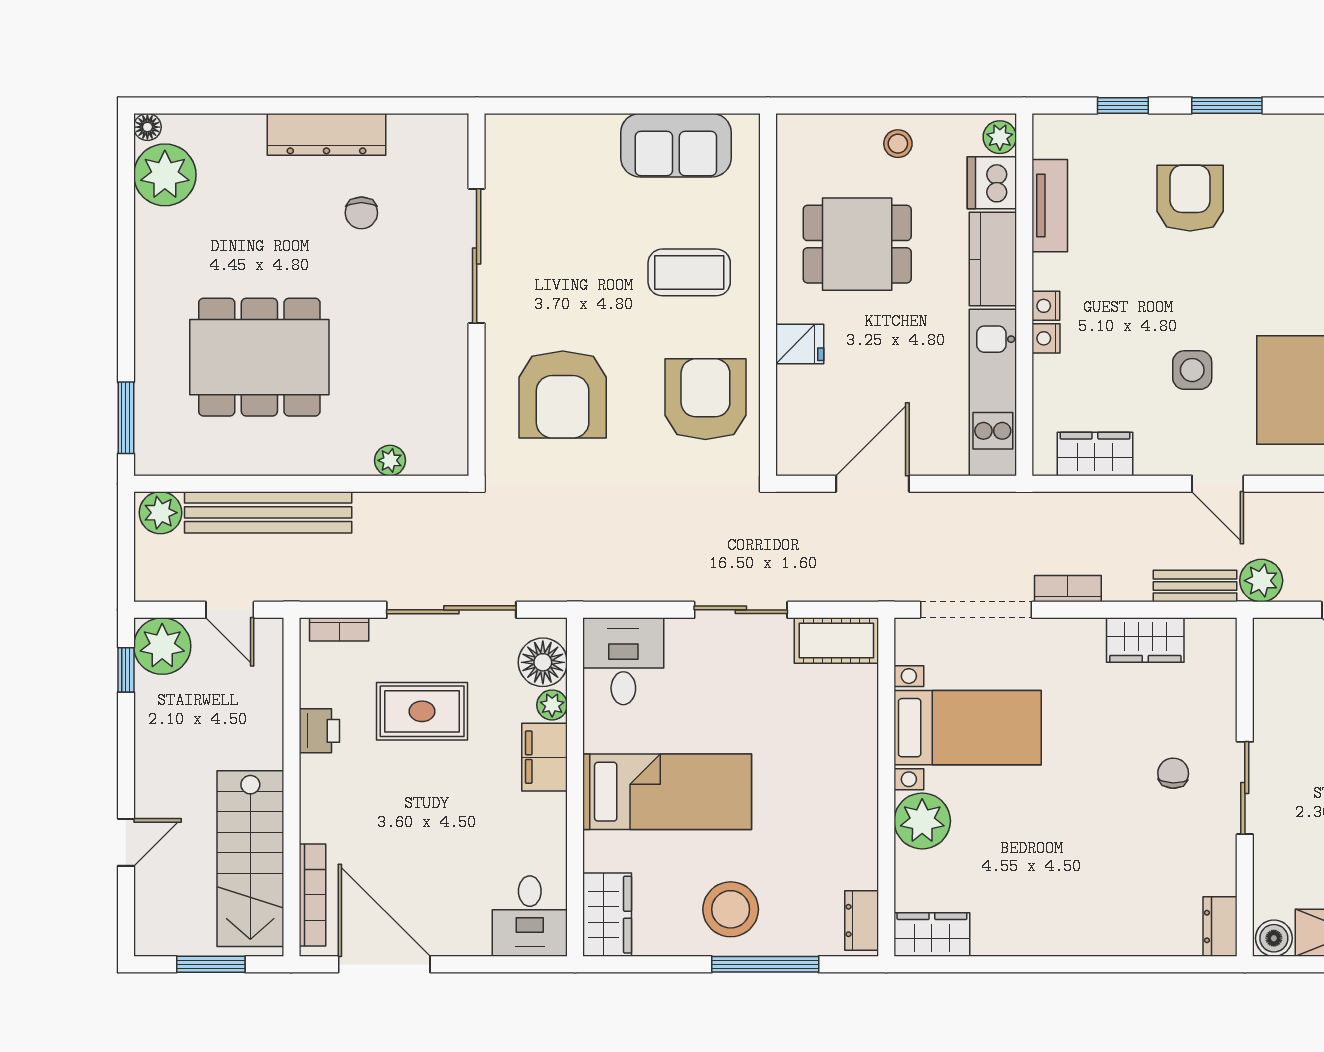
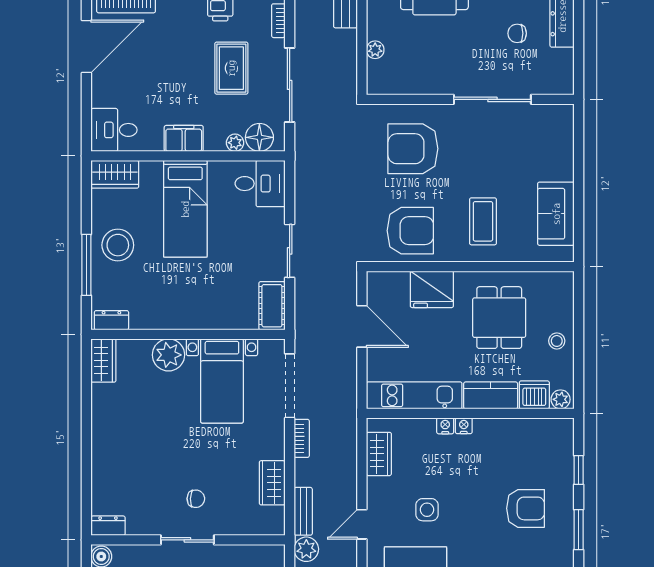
tv unit: (1050, 206) -> (521, 428), removed
fridge: (800, 344) -> (432, 289), width x1.88, depth x1.34
filing cabinet: (545, 757) -> (184, 138), moved

